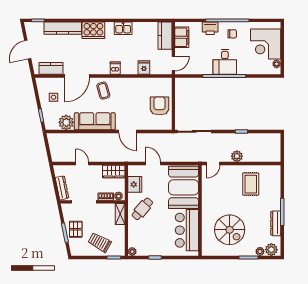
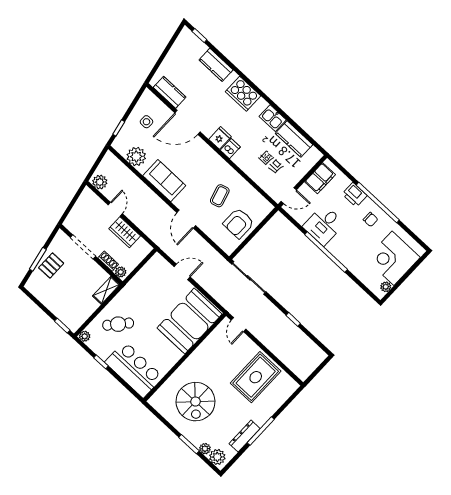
kitchen counter: (63, 28) -> (216, 65), width x0.67
kitchen counter: (165, 36) -> (294, 139), moved, turned -90
door: (28, 50) -> (164, 54), removed
desk: (225, 62) -> (324, 225), moved
fridge: (144, 67) -> (220, 138), moved
coffee table: (103, 91) -> (220, 196), moved
armchair: (160, 106) -> (239, 223), turned 180
sofa: (95, 121) -> (164, 181), width x0.73
plant: (237, 156) -> (100, 182), moved
door: (153, 163) -> (182, 272), hinge flipped
door: (213, 163) -> (239, 325), hinge flipped
wardrobe: (114, 171) -> (125, 232), moved
fridge: (135, 184) -> (146, 275), removed
rug: (251, 184) -> (256, 377), width x1.36, depth x1.43
dresser: (62, 188) -> (75, 214), removed
cafe table: (142, 209) -> (118, 324), moved
bar counter: (187, 230) -> (134, 369), moved, turned 90
trolley: (100, 242) -> (62, 299), removed

